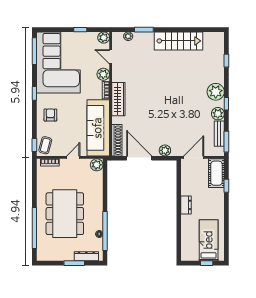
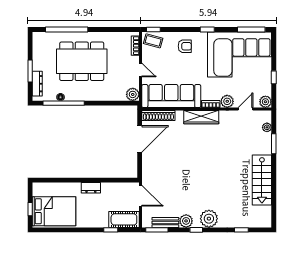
plant: (165, 150) -> (148, 166), removed
bed: (209, 240) -> (54, 211), width x1.50

